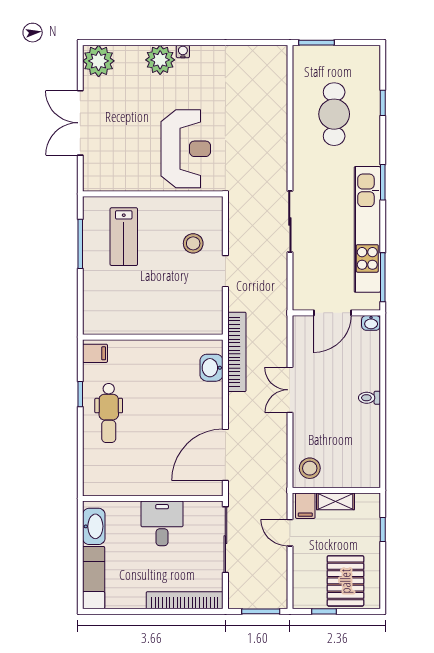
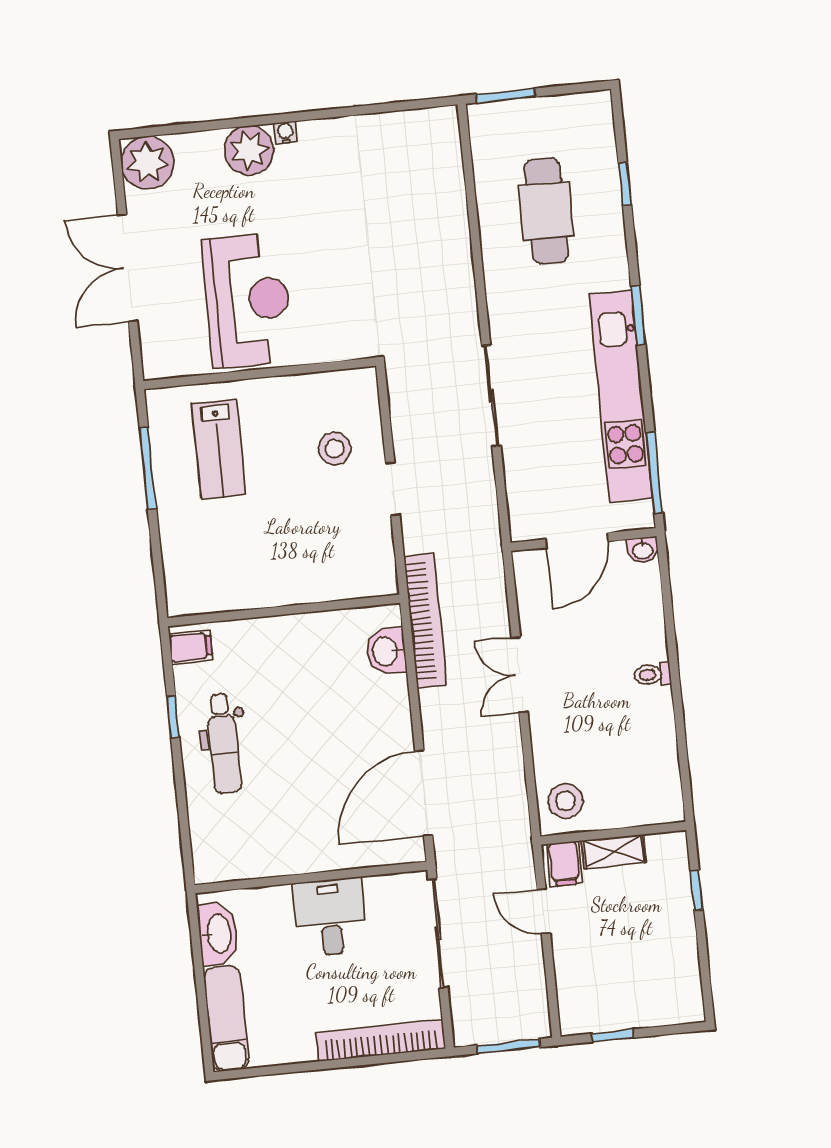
reception desk: (186, 149) -> (248, 300), moved
pallet: (345, 581) -> (644, 981), removed

